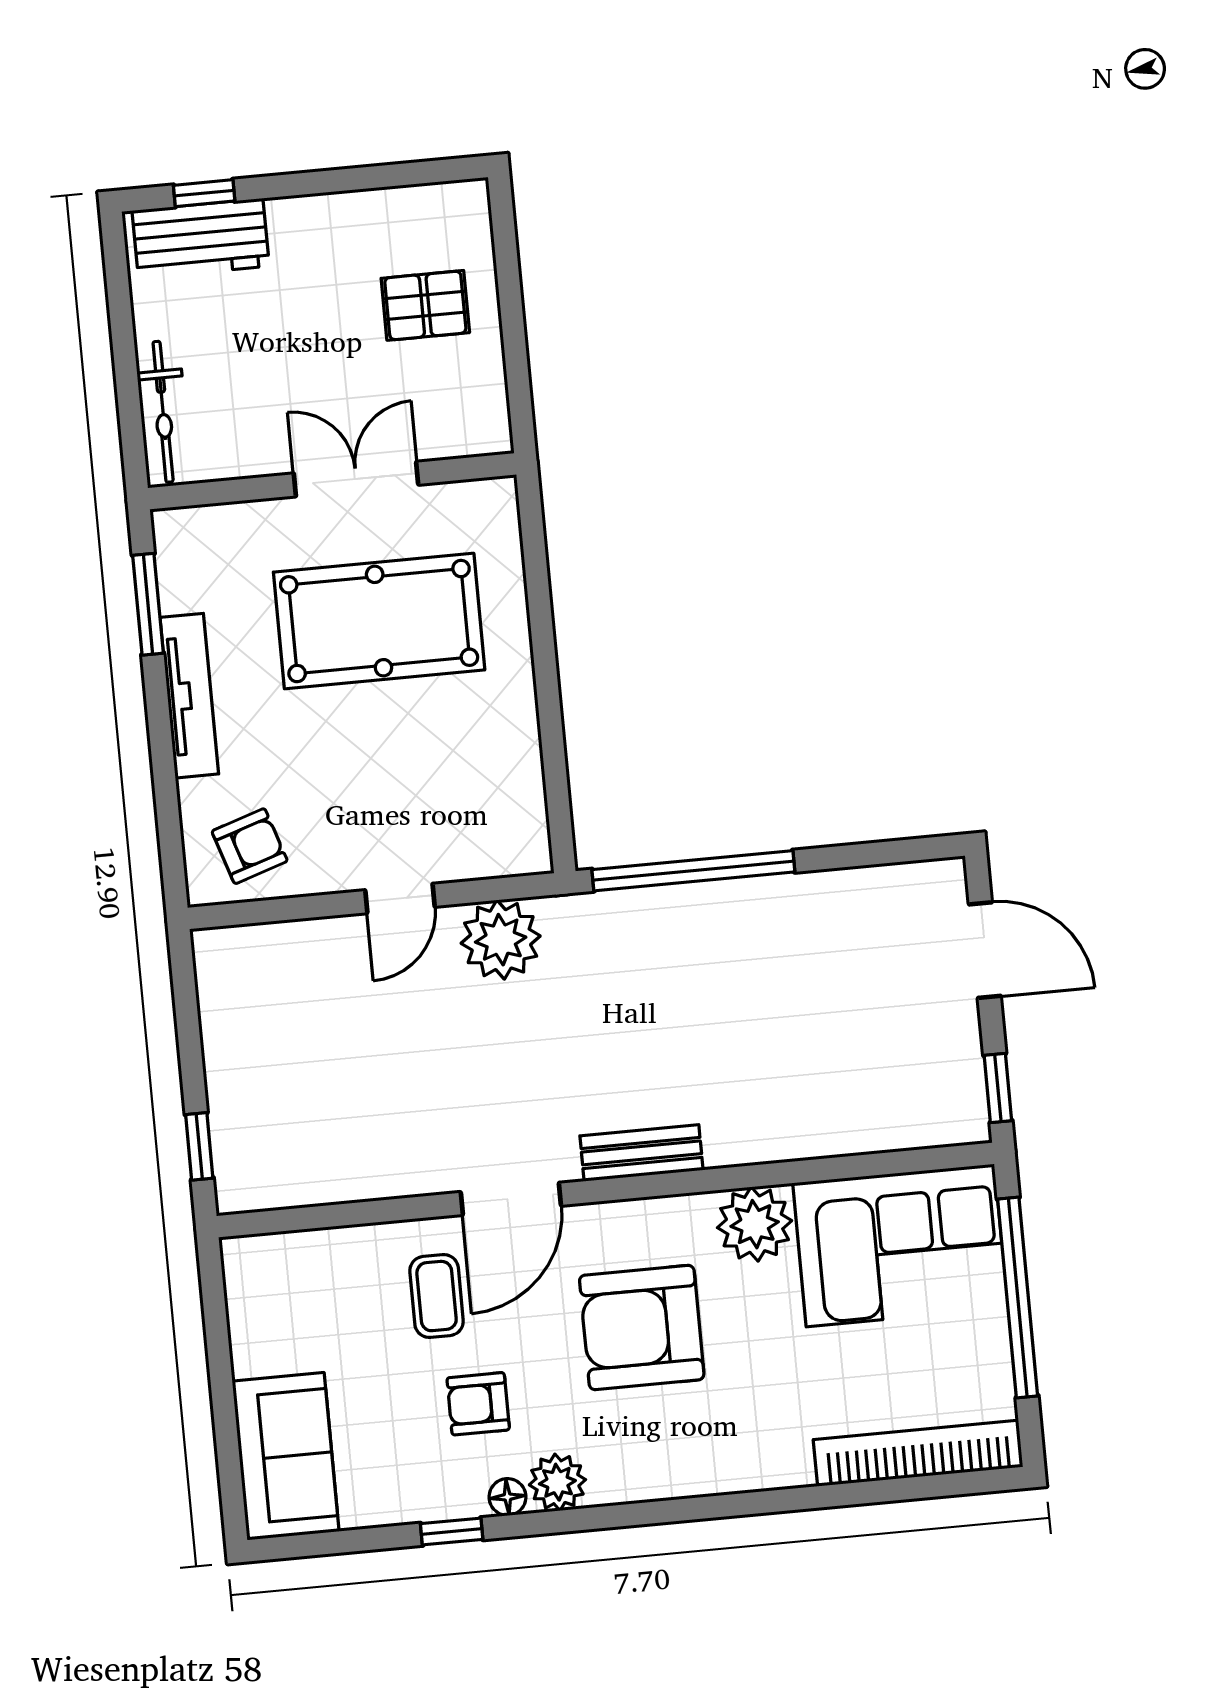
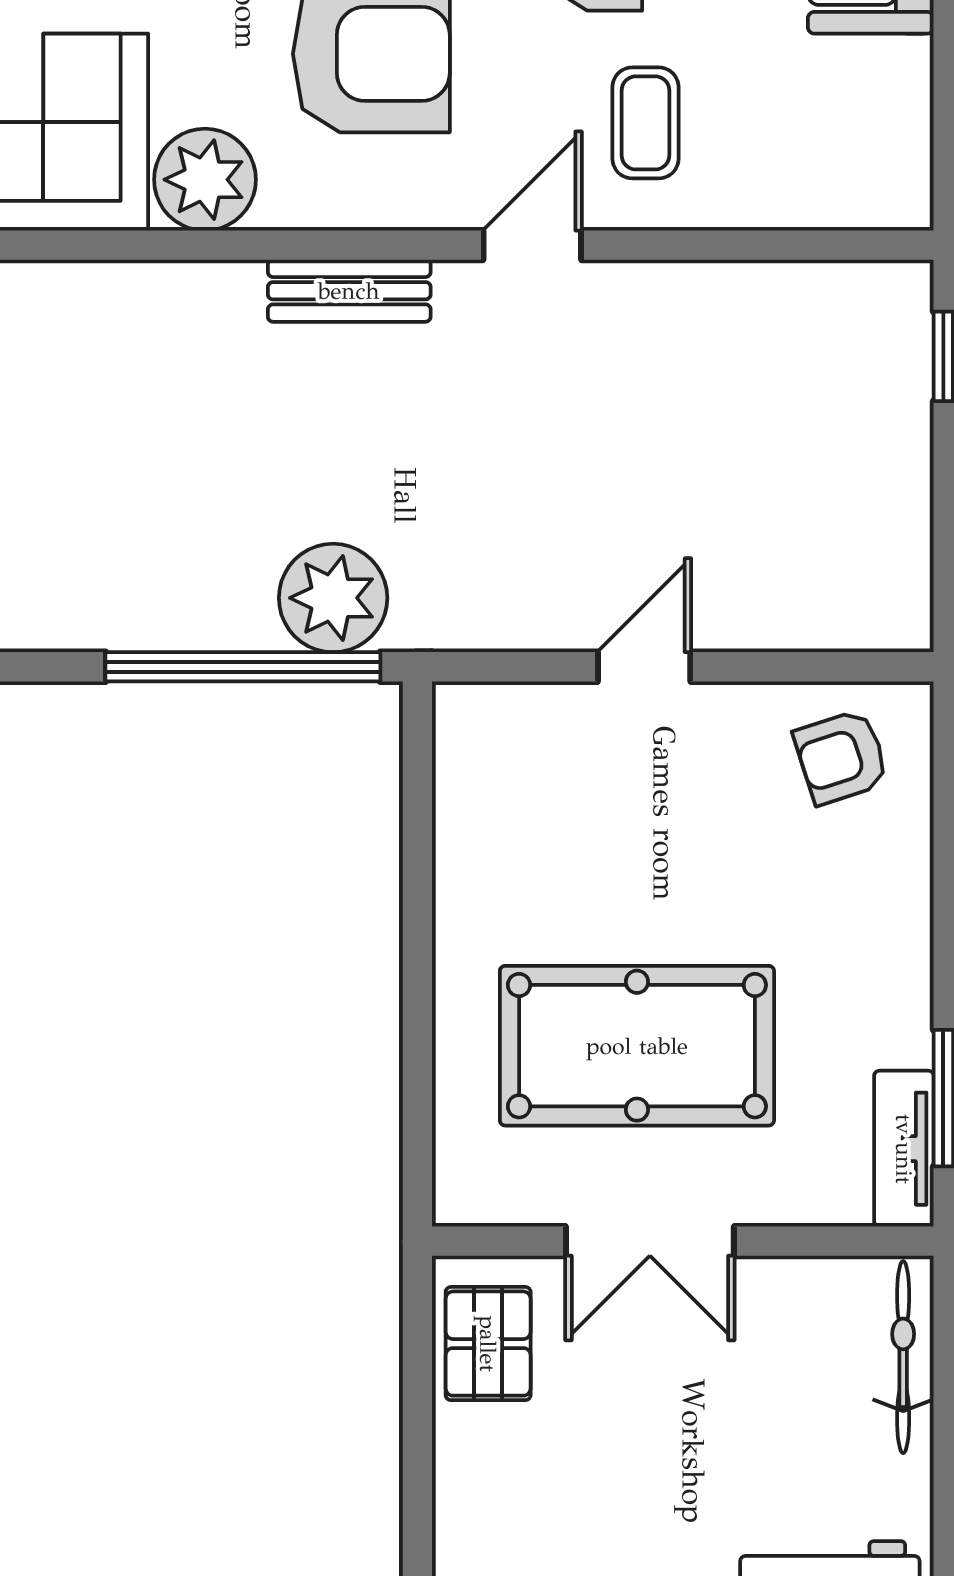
pallet: (425, 305) -> (488, 1344), moved, turned 90
tv unit: (189, 696) -> (904, 1149), moved, width x0.71
plant: (501, 940) -> (333, 598), moved
door: (511, 1199) -> (532, 245), width x0.73

